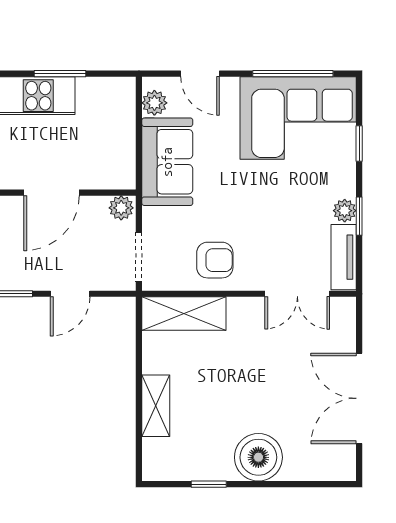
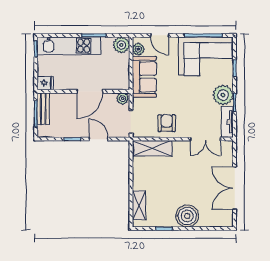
plant: (119, 94) -> (121, 45), added
plant: (345, 211) -> (223, 95), width x1.88, depth x1.88
armchair: (215, 260) -> (167, 123), turned -90
door: (70, 294) -> (99, 139), swing flipped
shelving: (156, 406) -> (139, 205), moved

